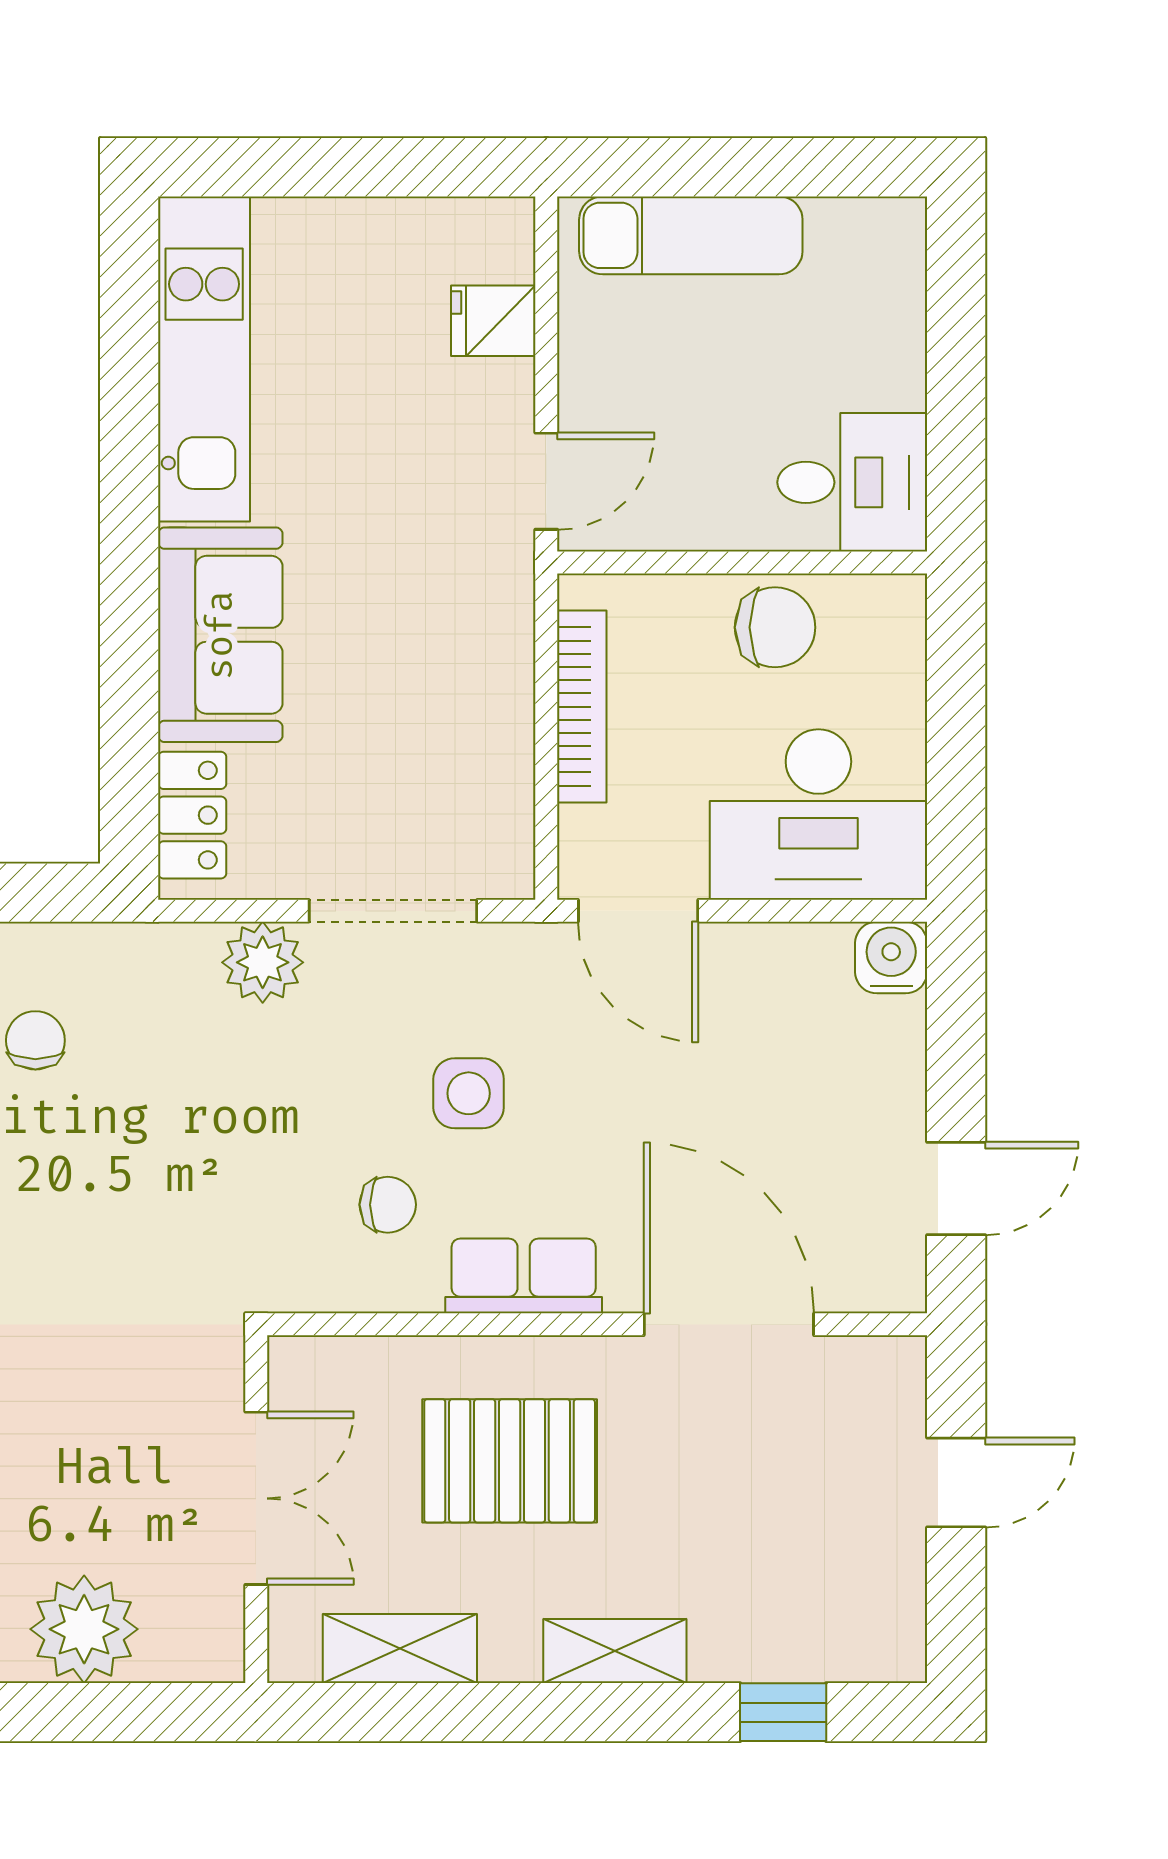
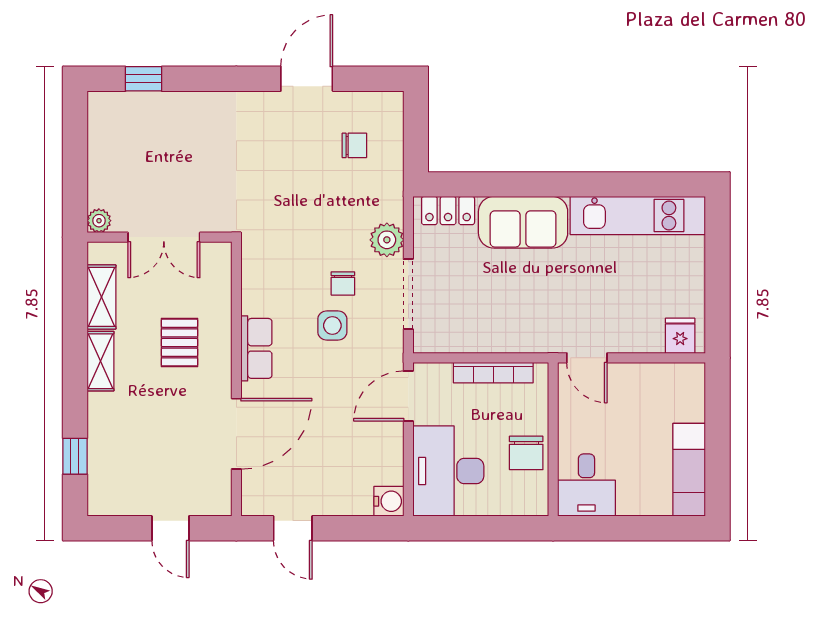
exam couch: (691, 235) -> (689, 470), moved
fridge: (493, 321) -> (680, 336), moved
chair: (388, 1205) -> (343, 283), moved
pallet: (510, 1461) -> (179, 343), width x0.67, depth x0.71
plant: (84, 1629) -> (99, 221), moved, width x0.53, depth x0.53
shelving: (615, 1651) -> (100, 361), moved

